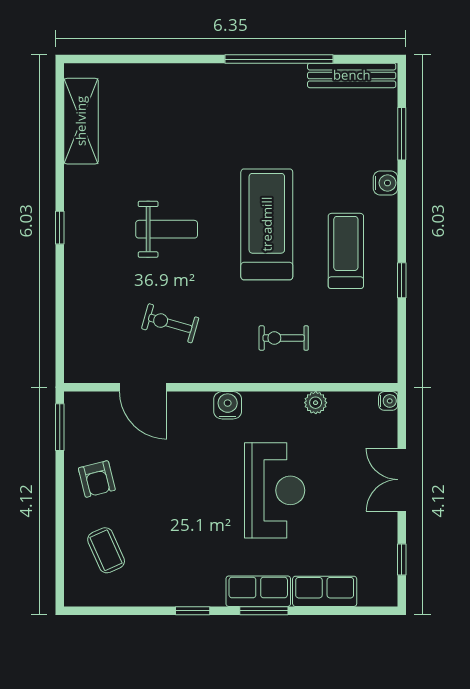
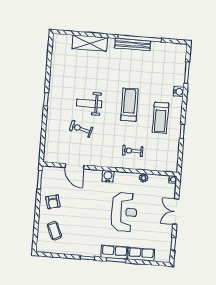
bench: (352, 75) -> (133, 45), moved
shelving: (81, 121) -> (90, 43), moved, turned 90
treadmill: (267, 224) -> (129, 105), width x0.73, depth x0.73
weight bench: (167, 229) -> (89, 103), turned 180
treadmill: (346, 251) -> (160, 118), turned 180
exercise bike: (170, 323) -> (81, 129), moved

